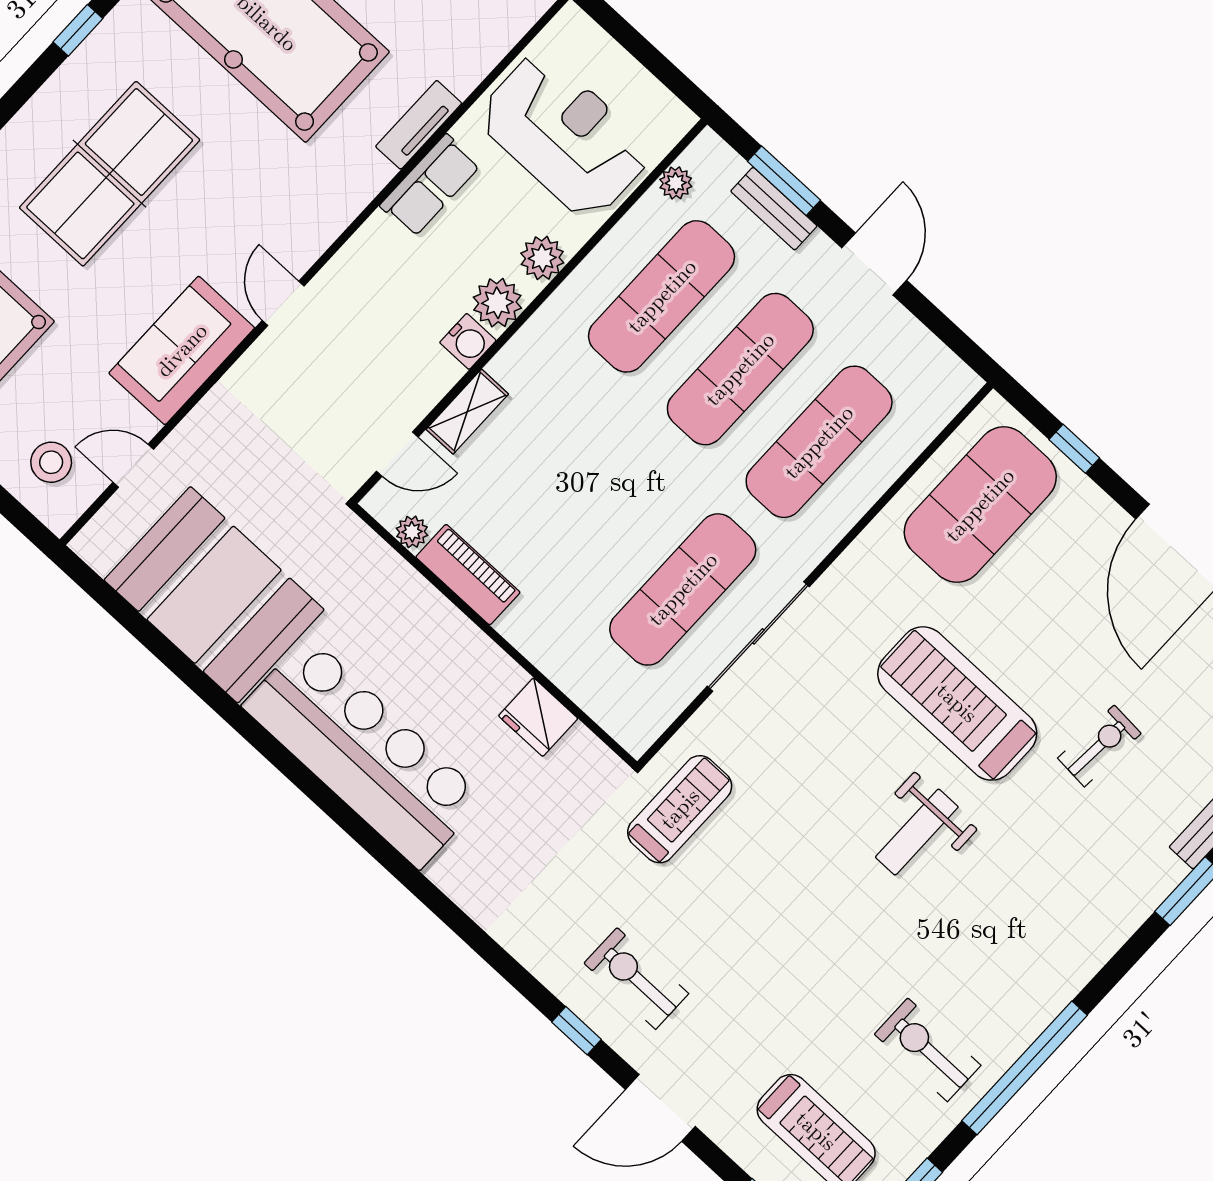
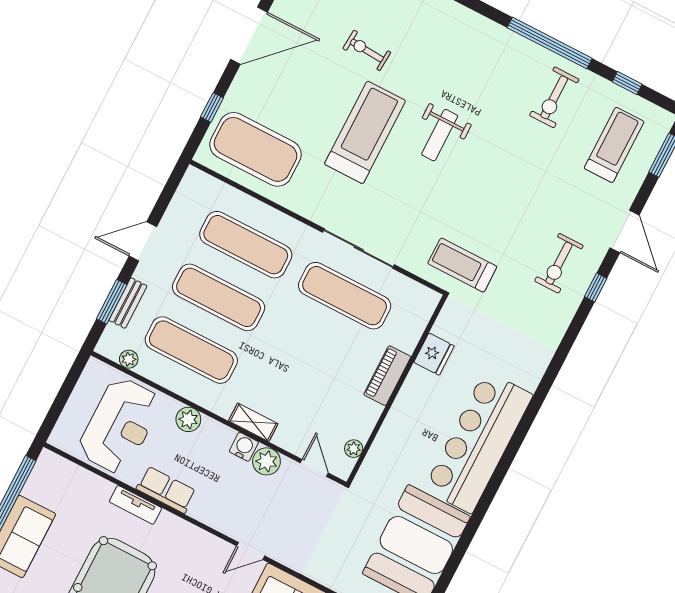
reception desk: (564, 135) -> (120, 426), turned 180
plant: (497, 303) -> (266, 461), moved
shelving: (467, 412) -> (253, 422), moved
piano: (468, 575) -> (387, 376), moved
treadmill: (957, 703) -> (365, 132), turned 180
weight bench: (917, 832) -> (440, 135), turned 90

